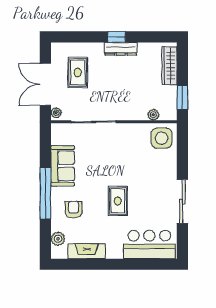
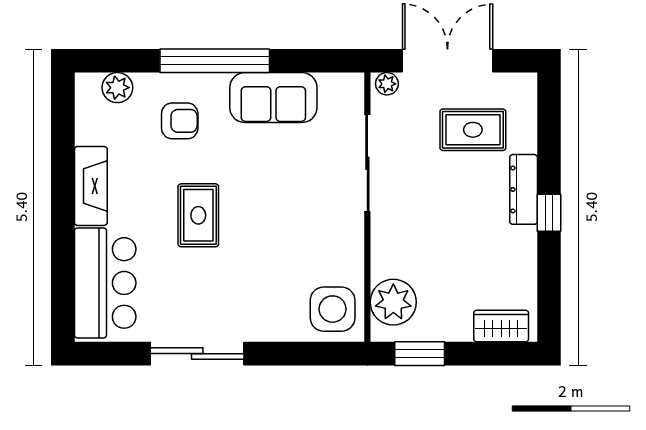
dresser: (121, 49) -> (524, 189), moved
wardrobe: (169, 66) -> (501, 326), width x0.67
plant: (153, 115) -> (393, 302), width x1.88, depth x1.88
rug: (118, 201) -> (198, 215), turned 90
fireplace: (87, 251) -> (91, 186), moved

